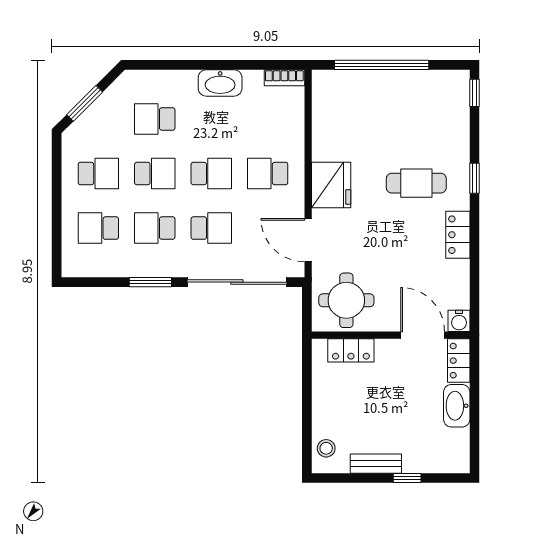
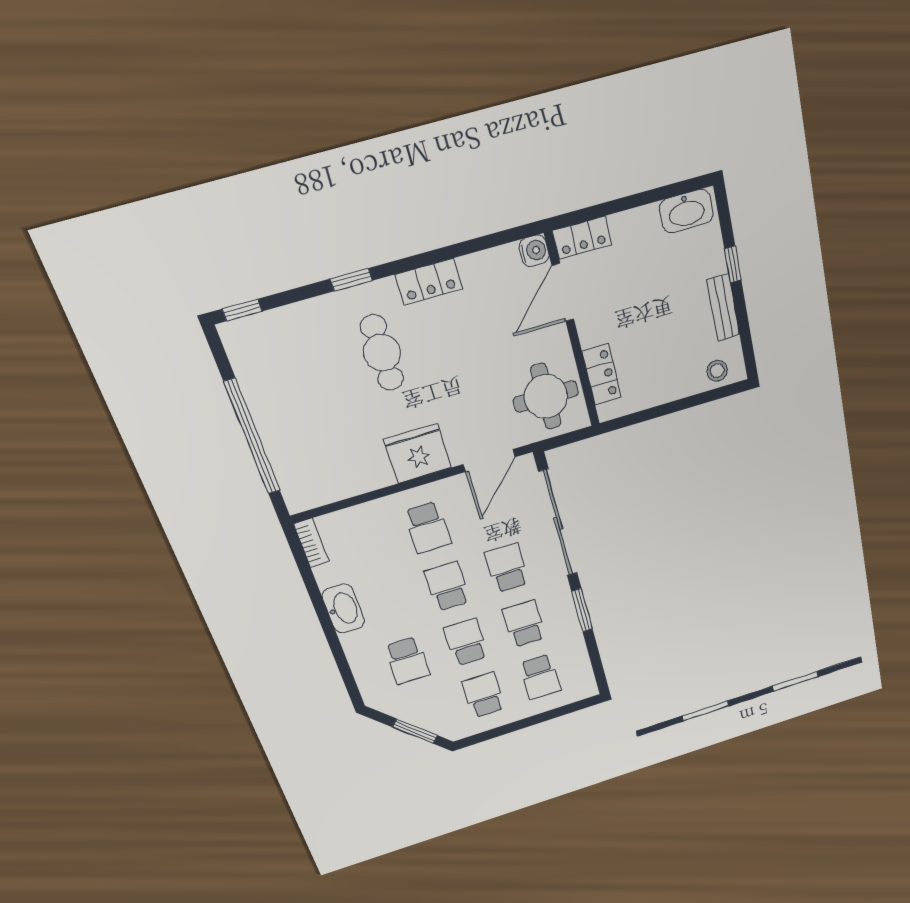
school desk: (155, 228) -> (524, 624), turned 180
washbasin: (457, 406) -> (686, 211), moved

